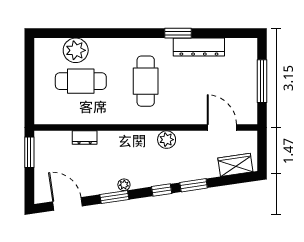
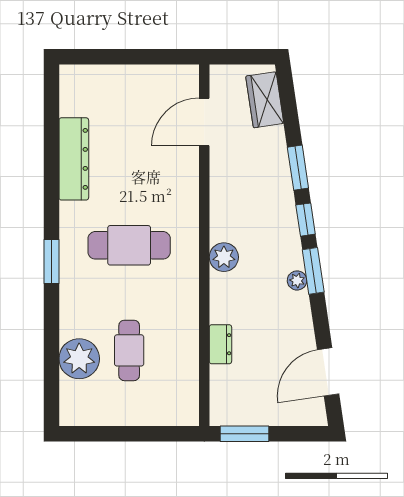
window: (178, 33) -> (51, 261), moved
cafe table: (81, 81) -> (129, 350), width x0.73, depth x0.74
window: (262, 81) -> (129, 57), removed
plant: (167, 140) -> (224, 257), moved
window: (114, 197) -> (313, 271), moved

